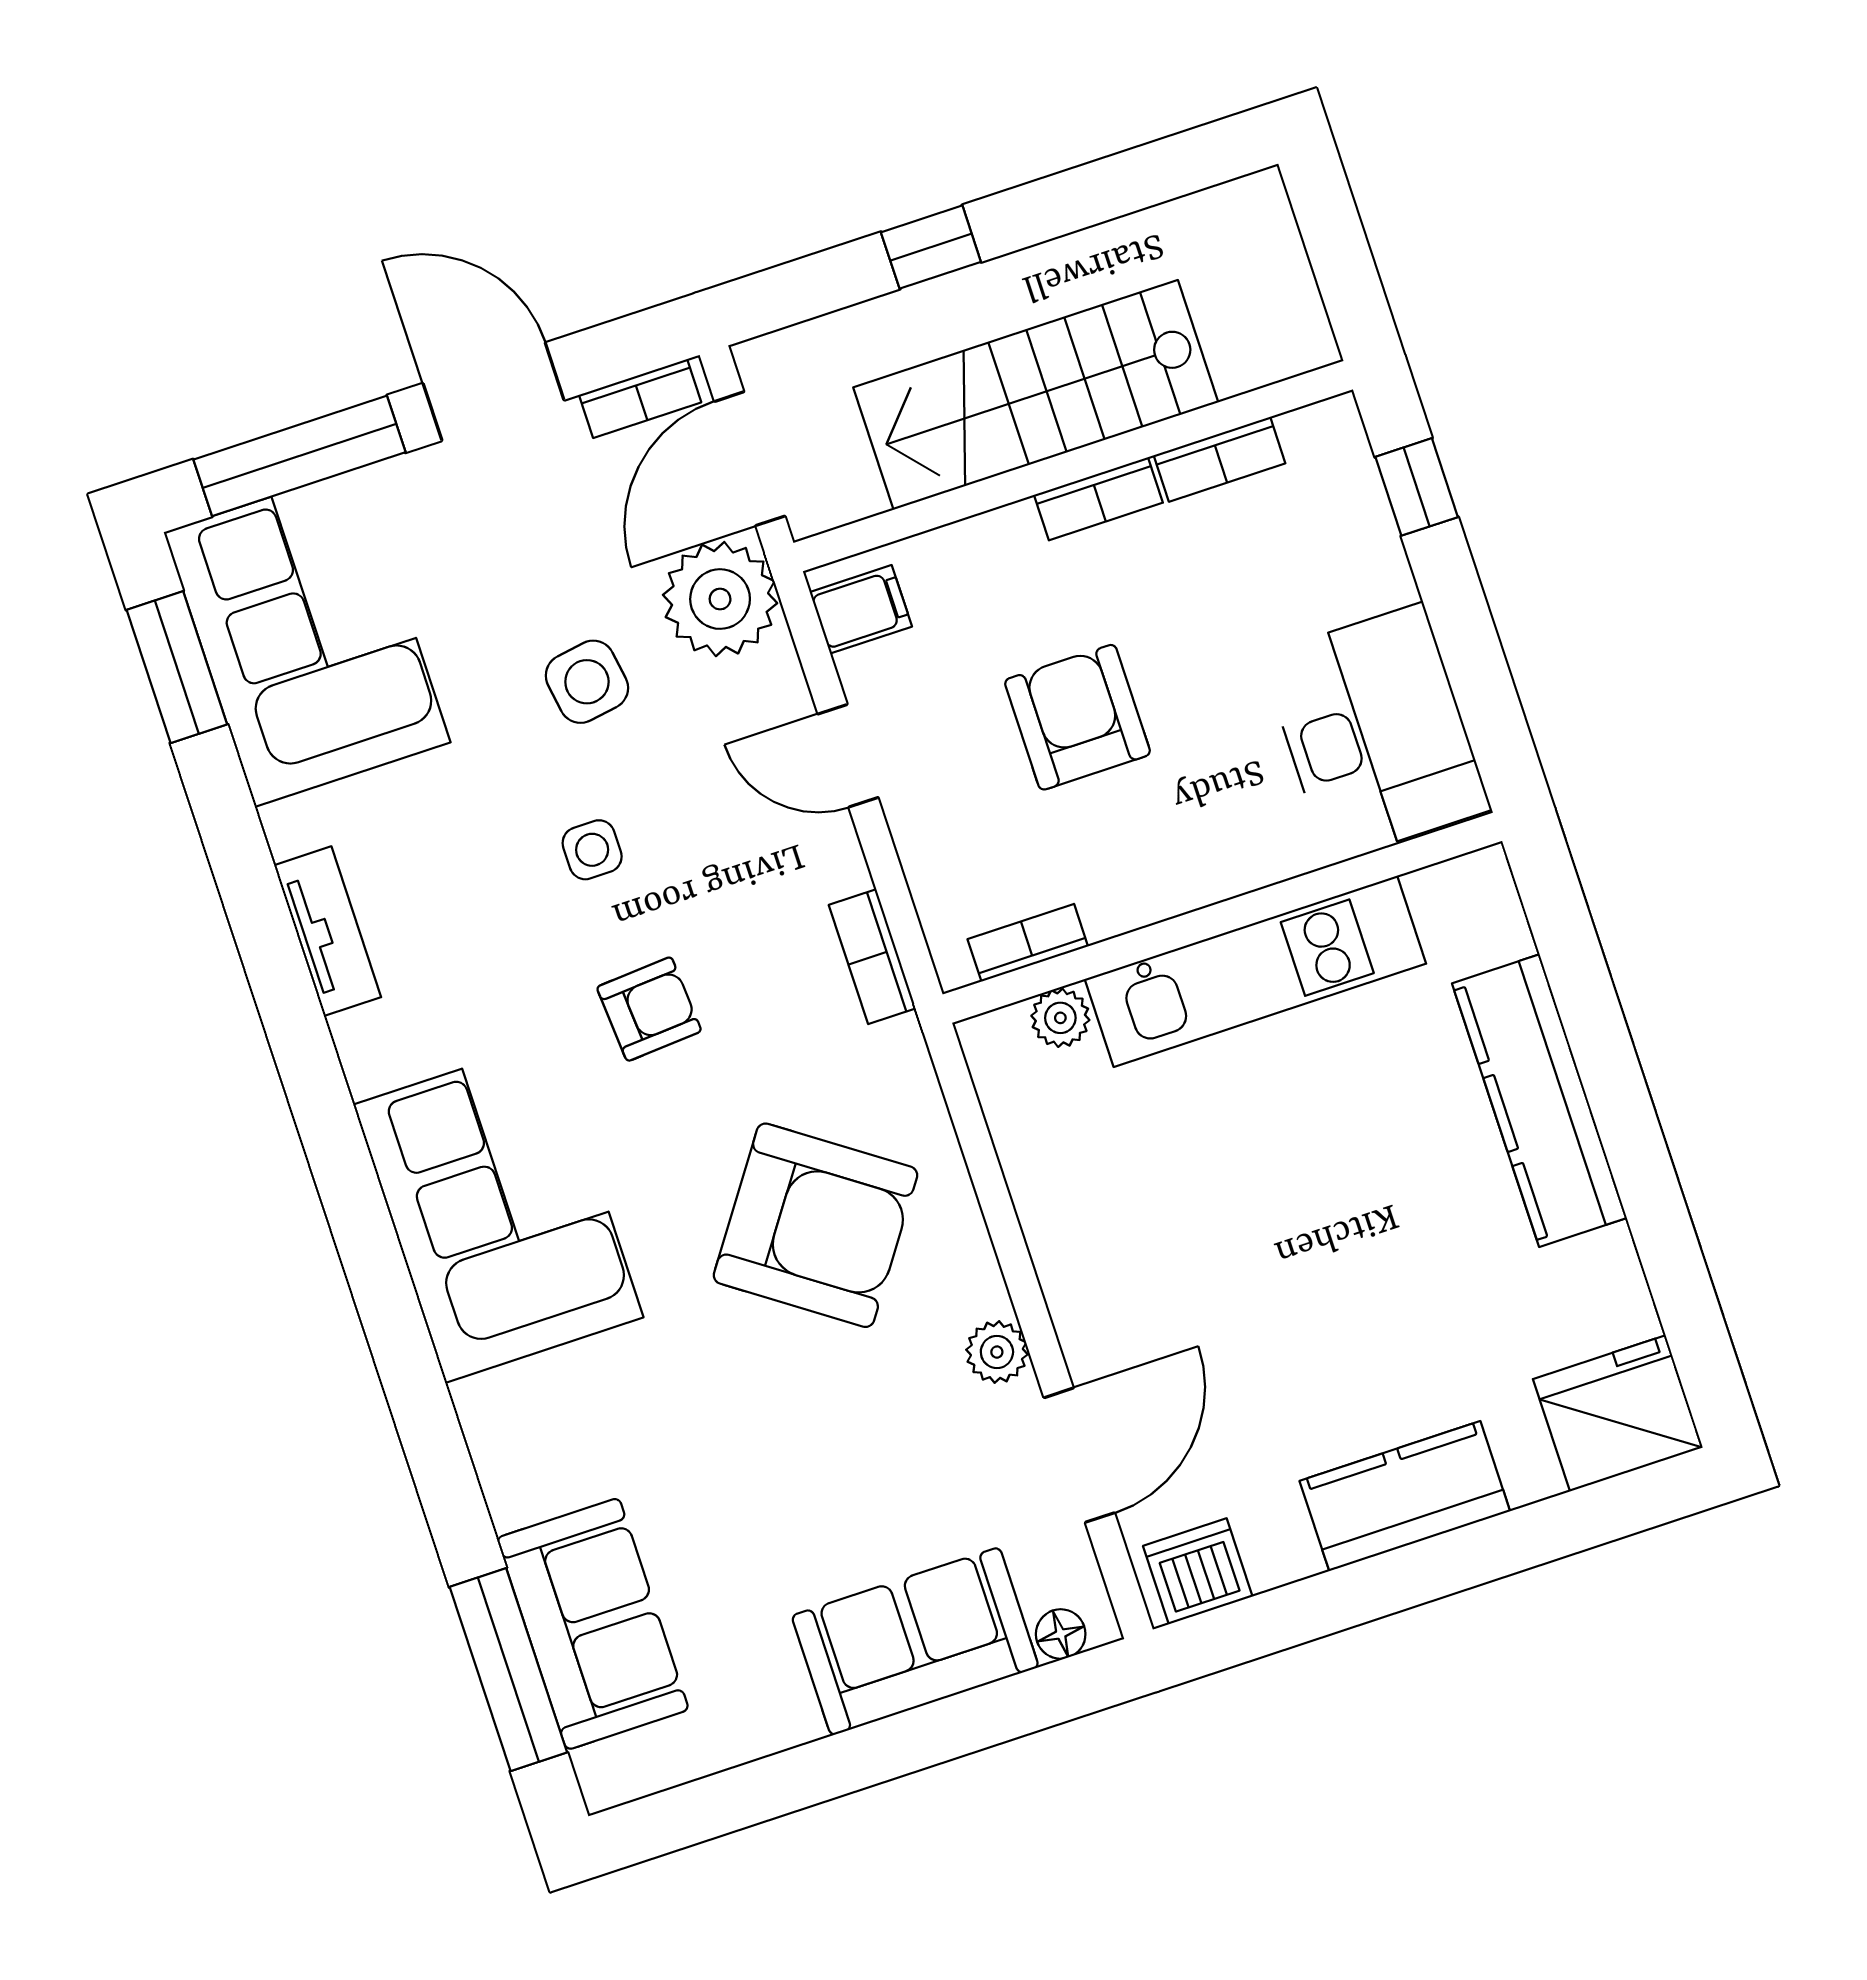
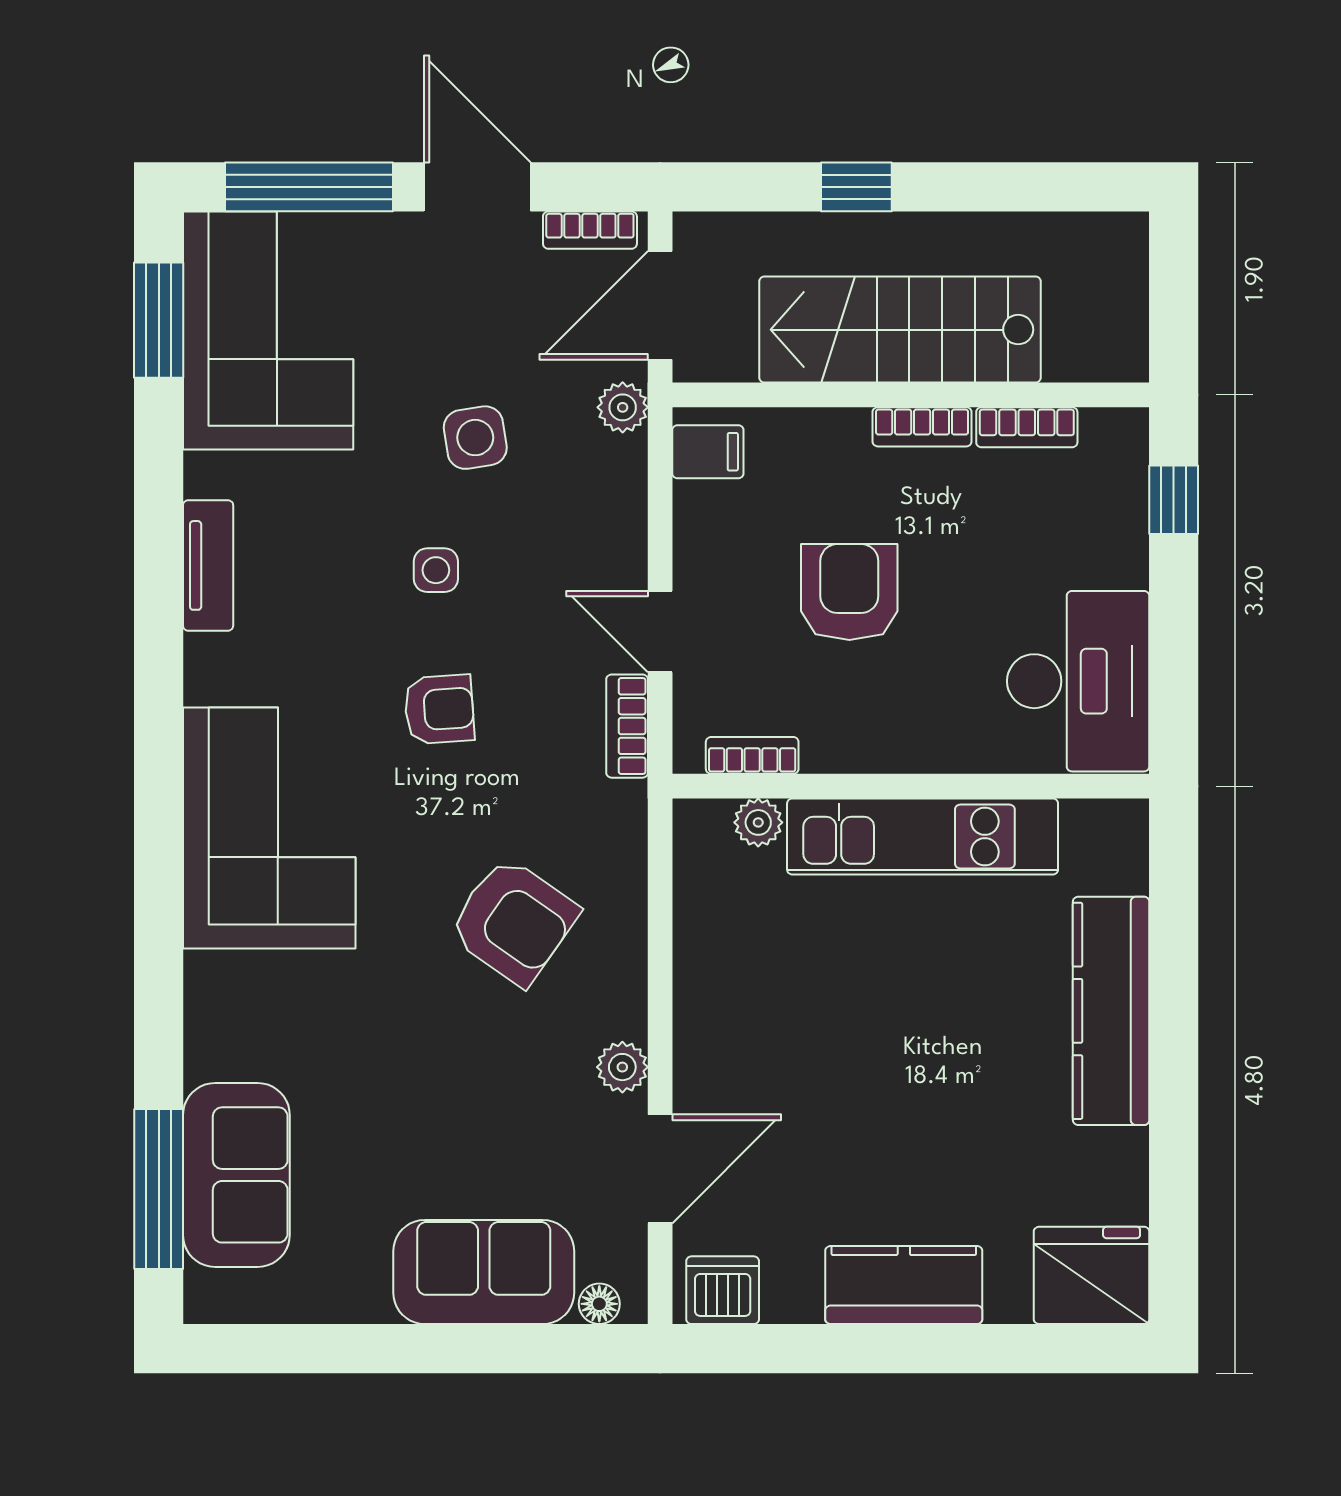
plant: (720, 599) -> (623, 407), width x0.53, depth x0.53
door: (848, 756) -> (660, 632), moved
armchair: (816, 1225) -> (513, 921), width x0.73, depth x0.73

